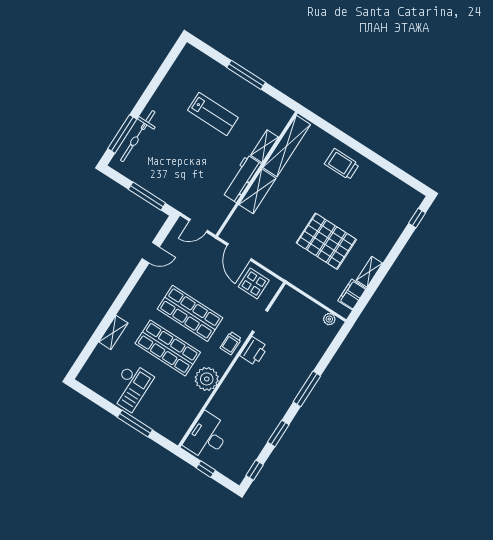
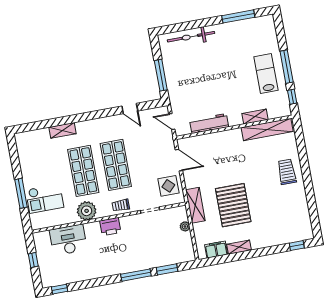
window: (278, 96) -> (292, 97), added
lab bench: (213, 114) -> (266, 73), moved, turned 180
window: (122, 134) -> (238, 16), moved
workbench: (242, 179) -> (209, 124), moved
shelving: (257, 191) -> (195, 205), moved, turned 90
door: (239, 252) -> (179, 160), swing flipped
plant: (329, 319) -> (185, 226), moved
printer: (254, 351) -> (110, 226), moved
checkout: (130, 387) -> (45, 199), moved
window: (278, 433) -> (167, 269), moved
desk: (207, 436) -> (68, 240), moved

